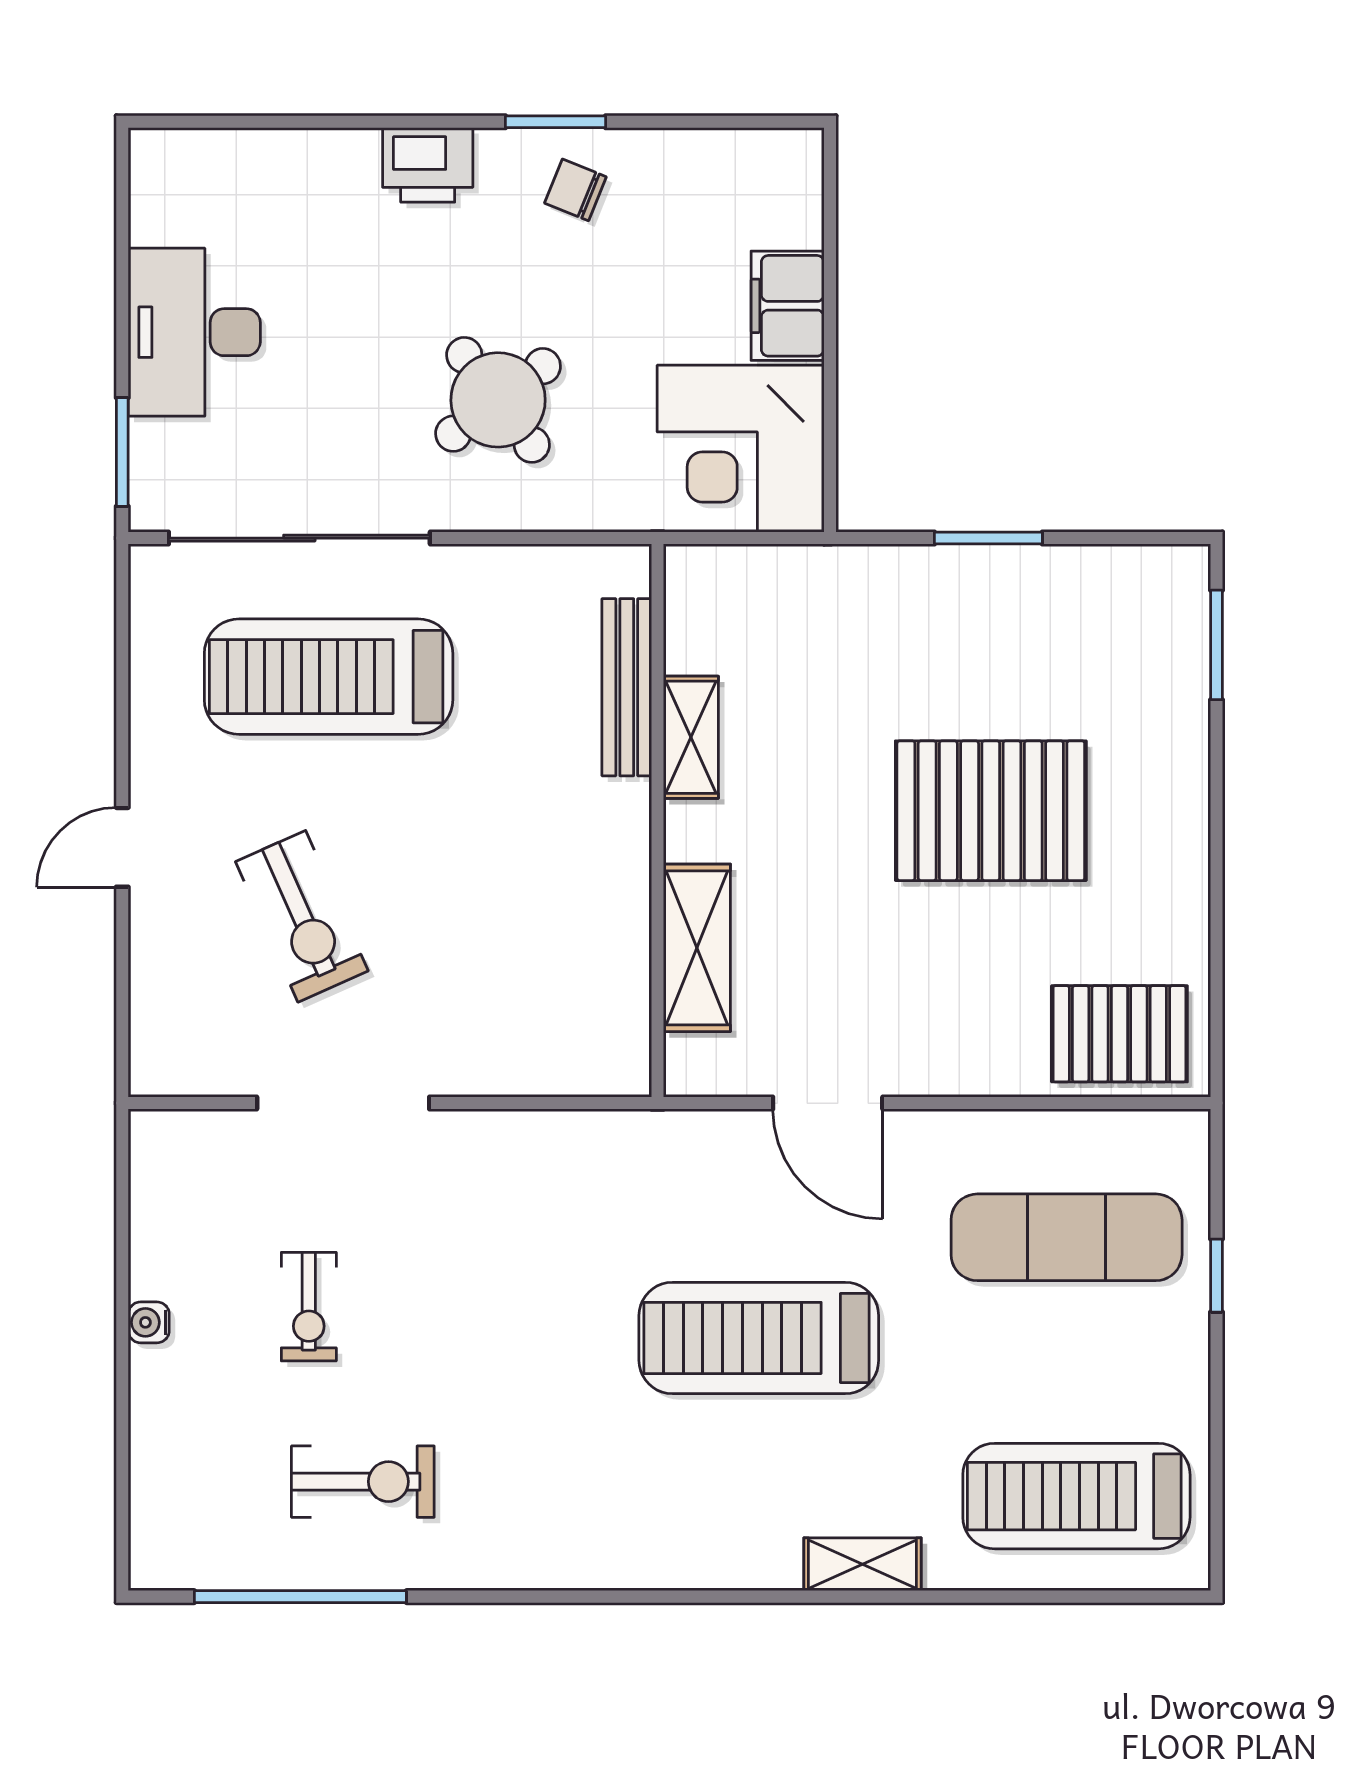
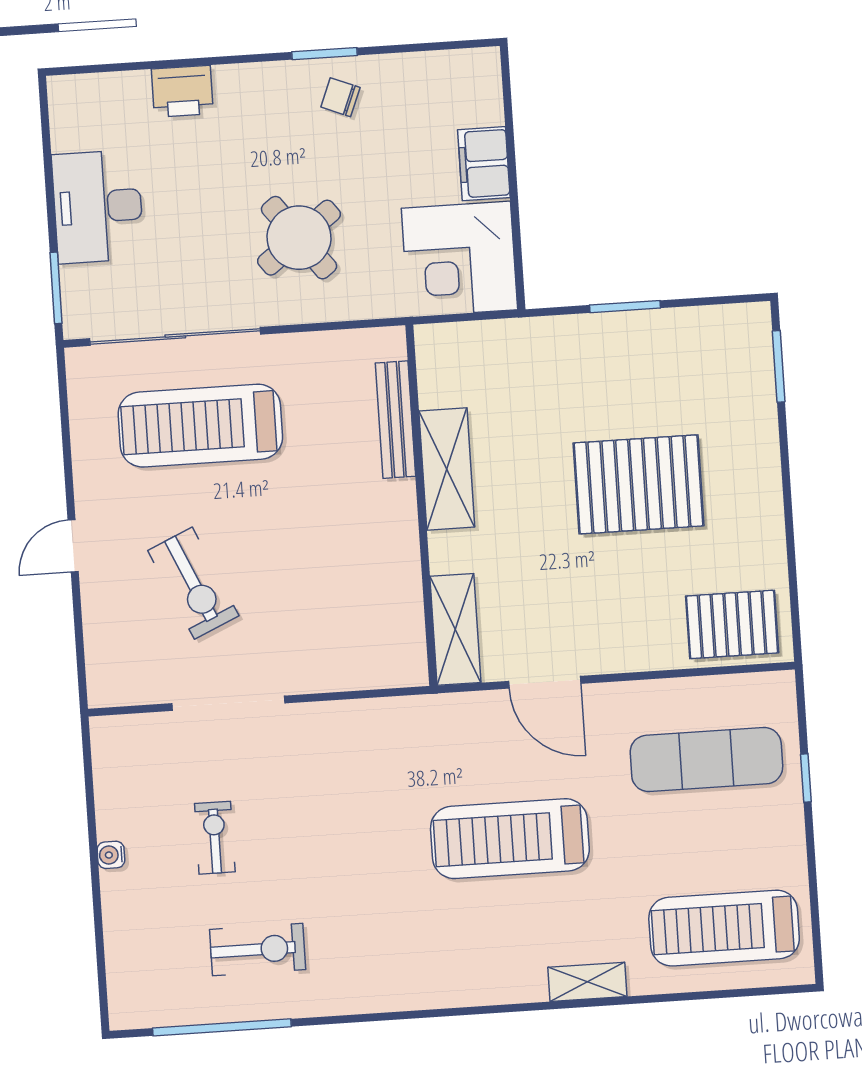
printer: (428, 165) -> (182, 91), moved
shelving: (691, 737) -> (447, 469), width x1.50, depth x1.33
shelving: (697, 948) -> (455, 629), moved
exercise bike: (309, 1307) -> (215, 838), turned 180

